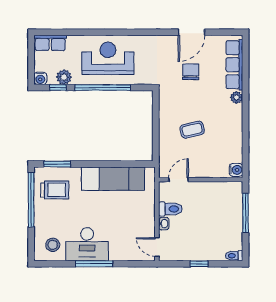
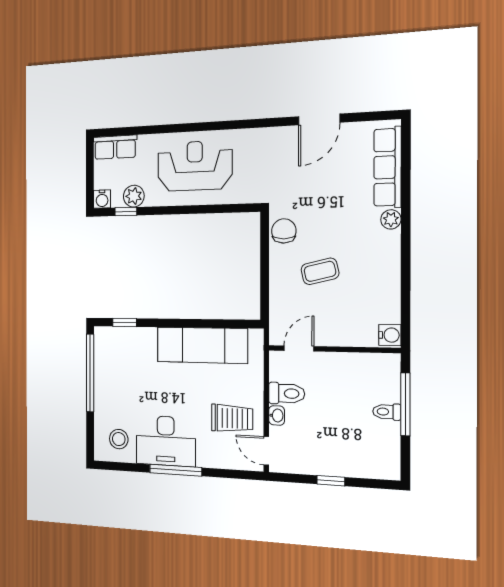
chair: (191, 72) -> (284, 231), moved
window: (103, 88) -> (187, 210), removed
window: (57, 164) -> (125, 322), width x0.67
trolley: (55, 190) -> (232, 418), moved
toilet: (234, 256) -> (387, 412), moved

